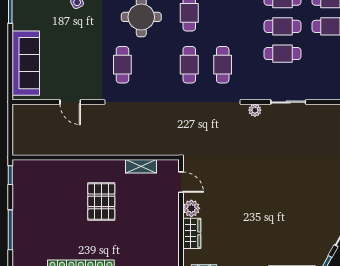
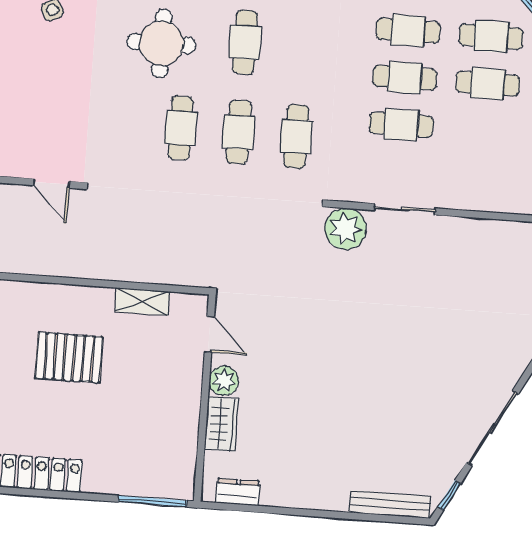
cafe table: (122, 65) -> (181, 128), moved
door: (70, 102) -> (51, 183), moved
plant: (255, 110) -> (346, 229), width x1.88, depth x1.88
pallet: (101, 201) -> (69, 357), turned 90

